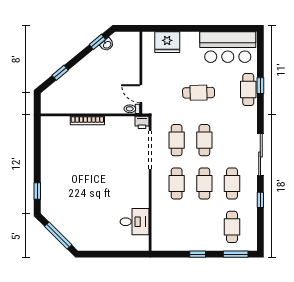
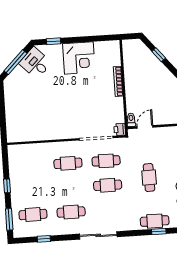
corner desk: (58, 163) -> (79, 58), added
cafe table: (204, 184) -> (70, 188), removed
window: (260, 200) -> (44, 239), moved
desk: (135, 222) -> (35, 63), moved, turned 135

